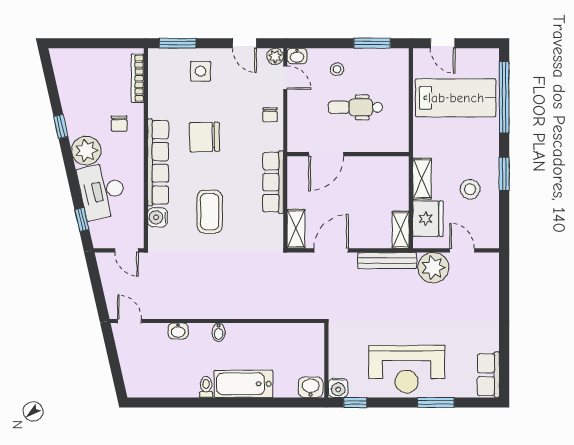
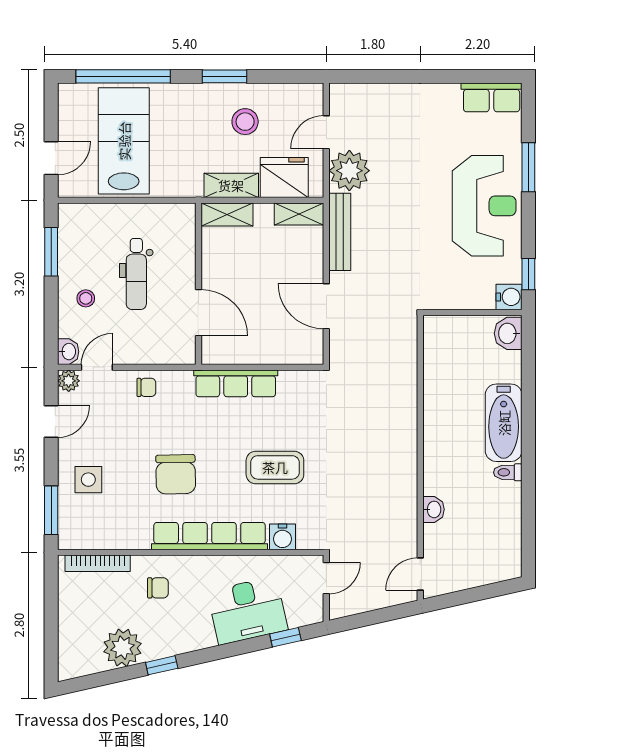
plant: (86, 151) -> (123, 648), moved
shelving: (296, 229) -> (227, 215), moved
bidet: (219, 332) -> (435, 456), removed

